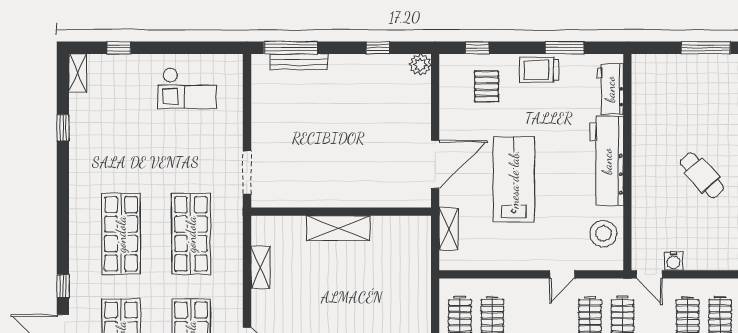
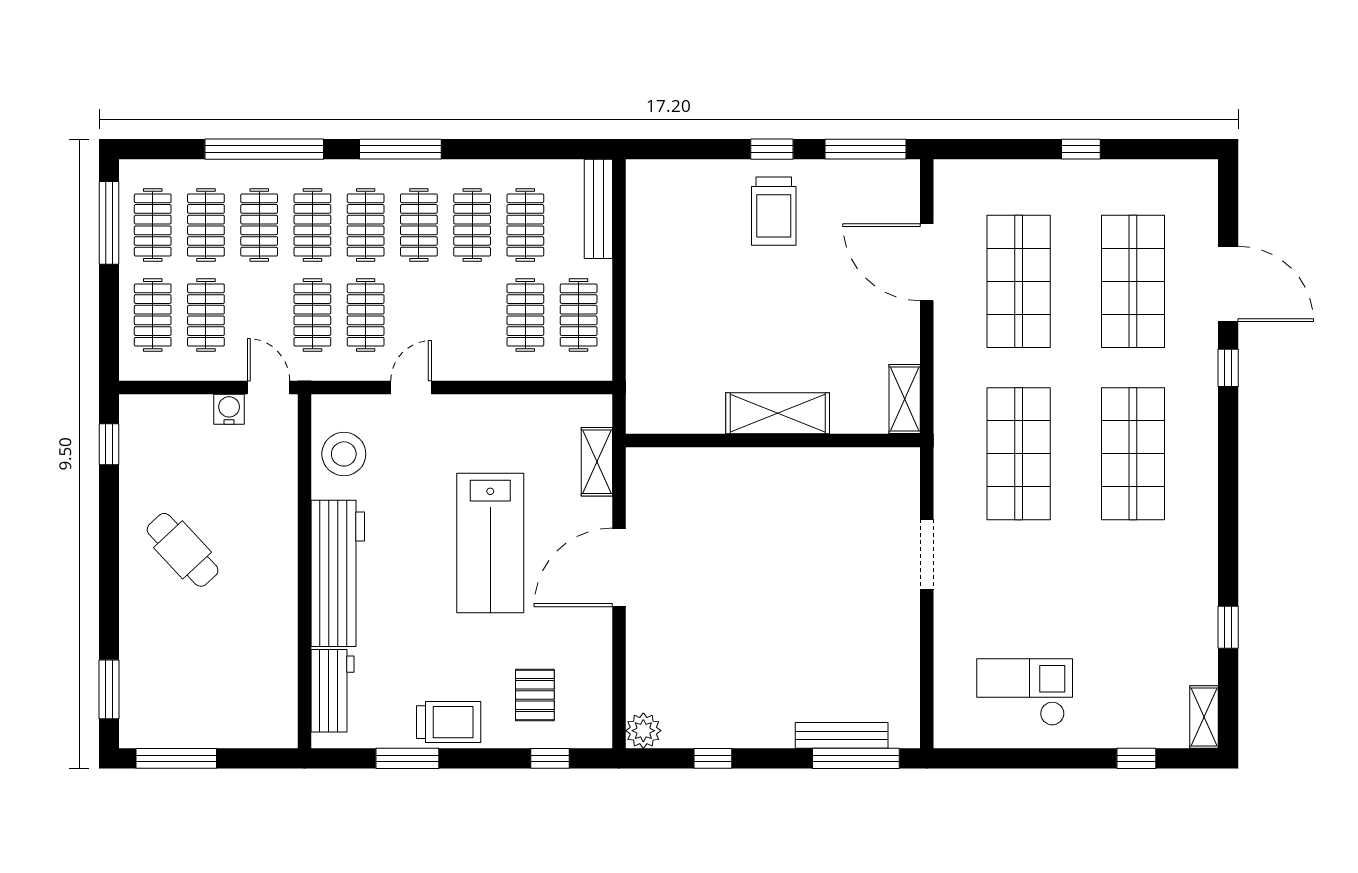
wall: (341, 212) -> (773, 441), moved
shelving: (338, 228) -> (778, 413), moved

